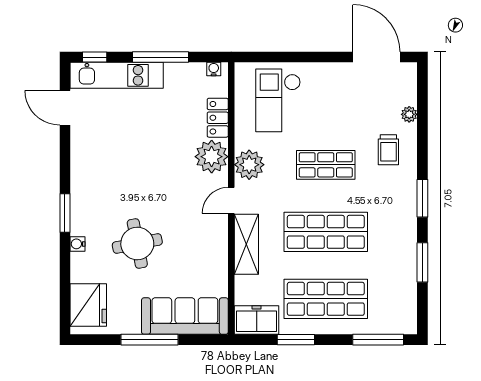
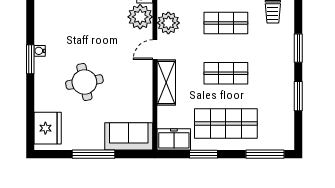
shop shelf: (326, 232) -> (226, 73), width x0.70, depth x0.74
water cooler: (78, 244) -> (40, 51), moved
sofa: (185, 316) -> (129, 136), width x0.73

